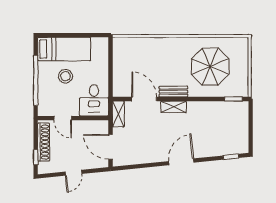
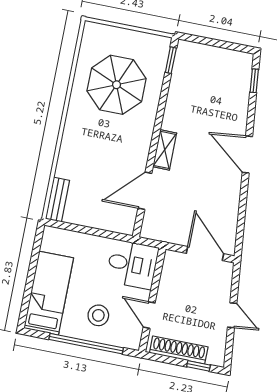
stool: (65, 76) -> (98, 315), moved
bench: (173, 92) -> (57, 200), moved
shelving: (118, 114) -> (159, 233), removed
door: (63, 118) -> (149, 315), swing flipped
door: (111, 147) -> (205, 254), swing flipped

